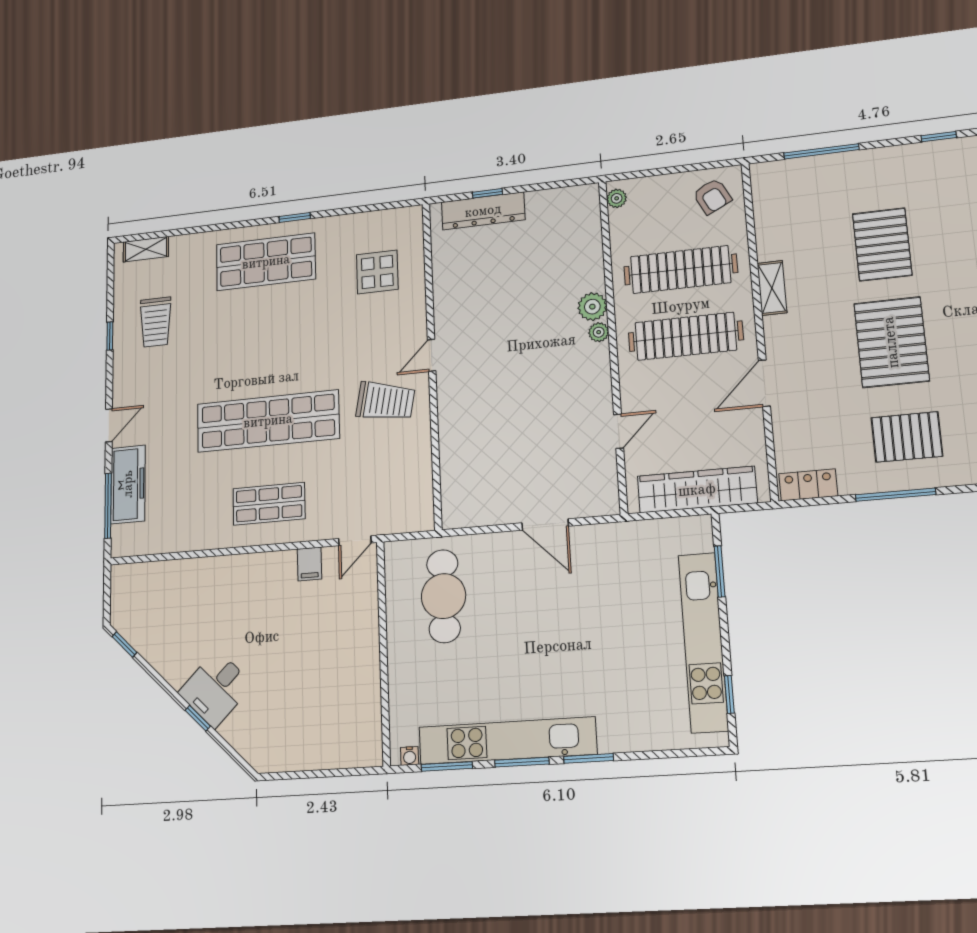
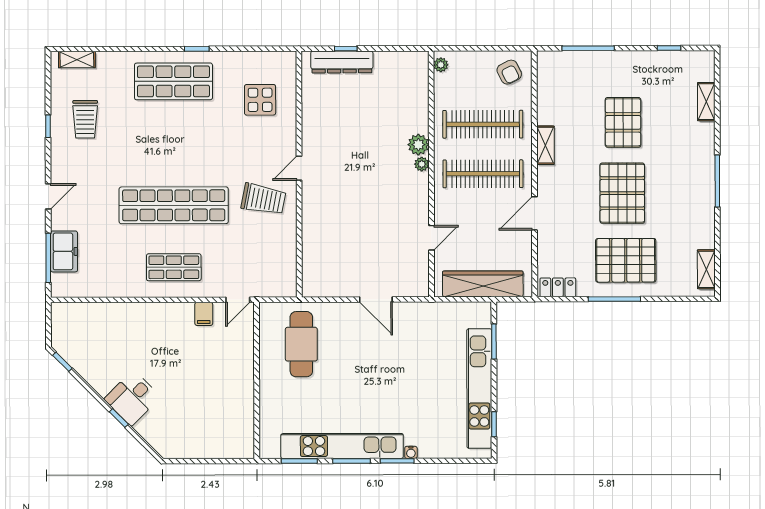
pallet: (907, 437) -> (626, 260), width x1.37, depth x1.41
freezer: (128, 484) -> (64, 251), width x0.71
water cooler: (410, 756) -> (411, 452), moved

